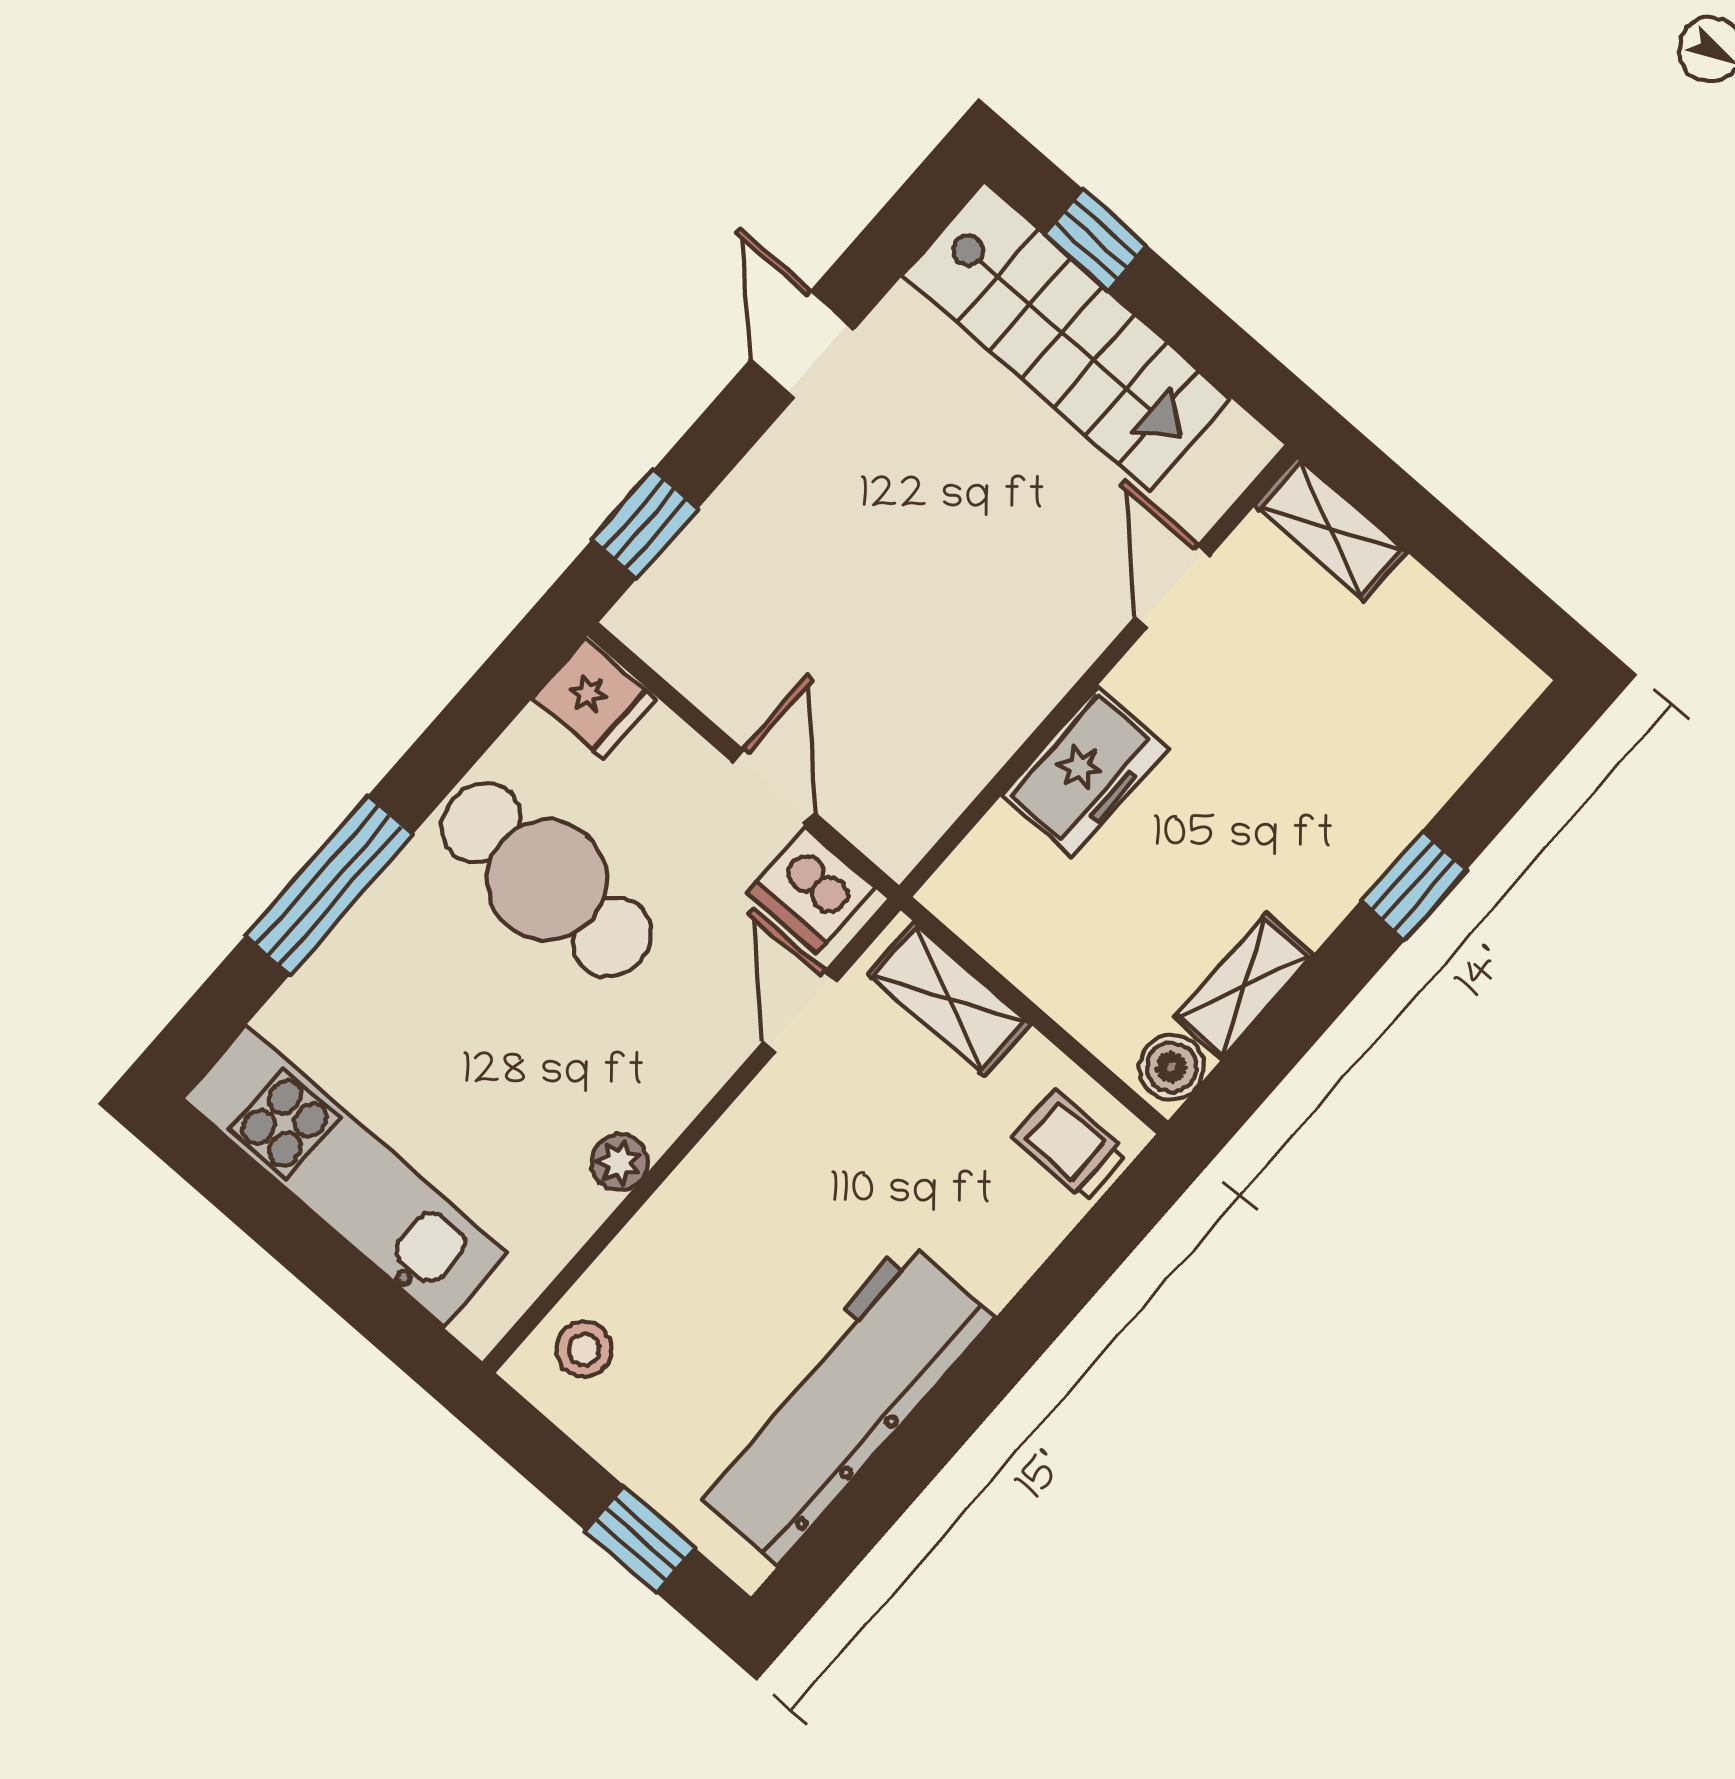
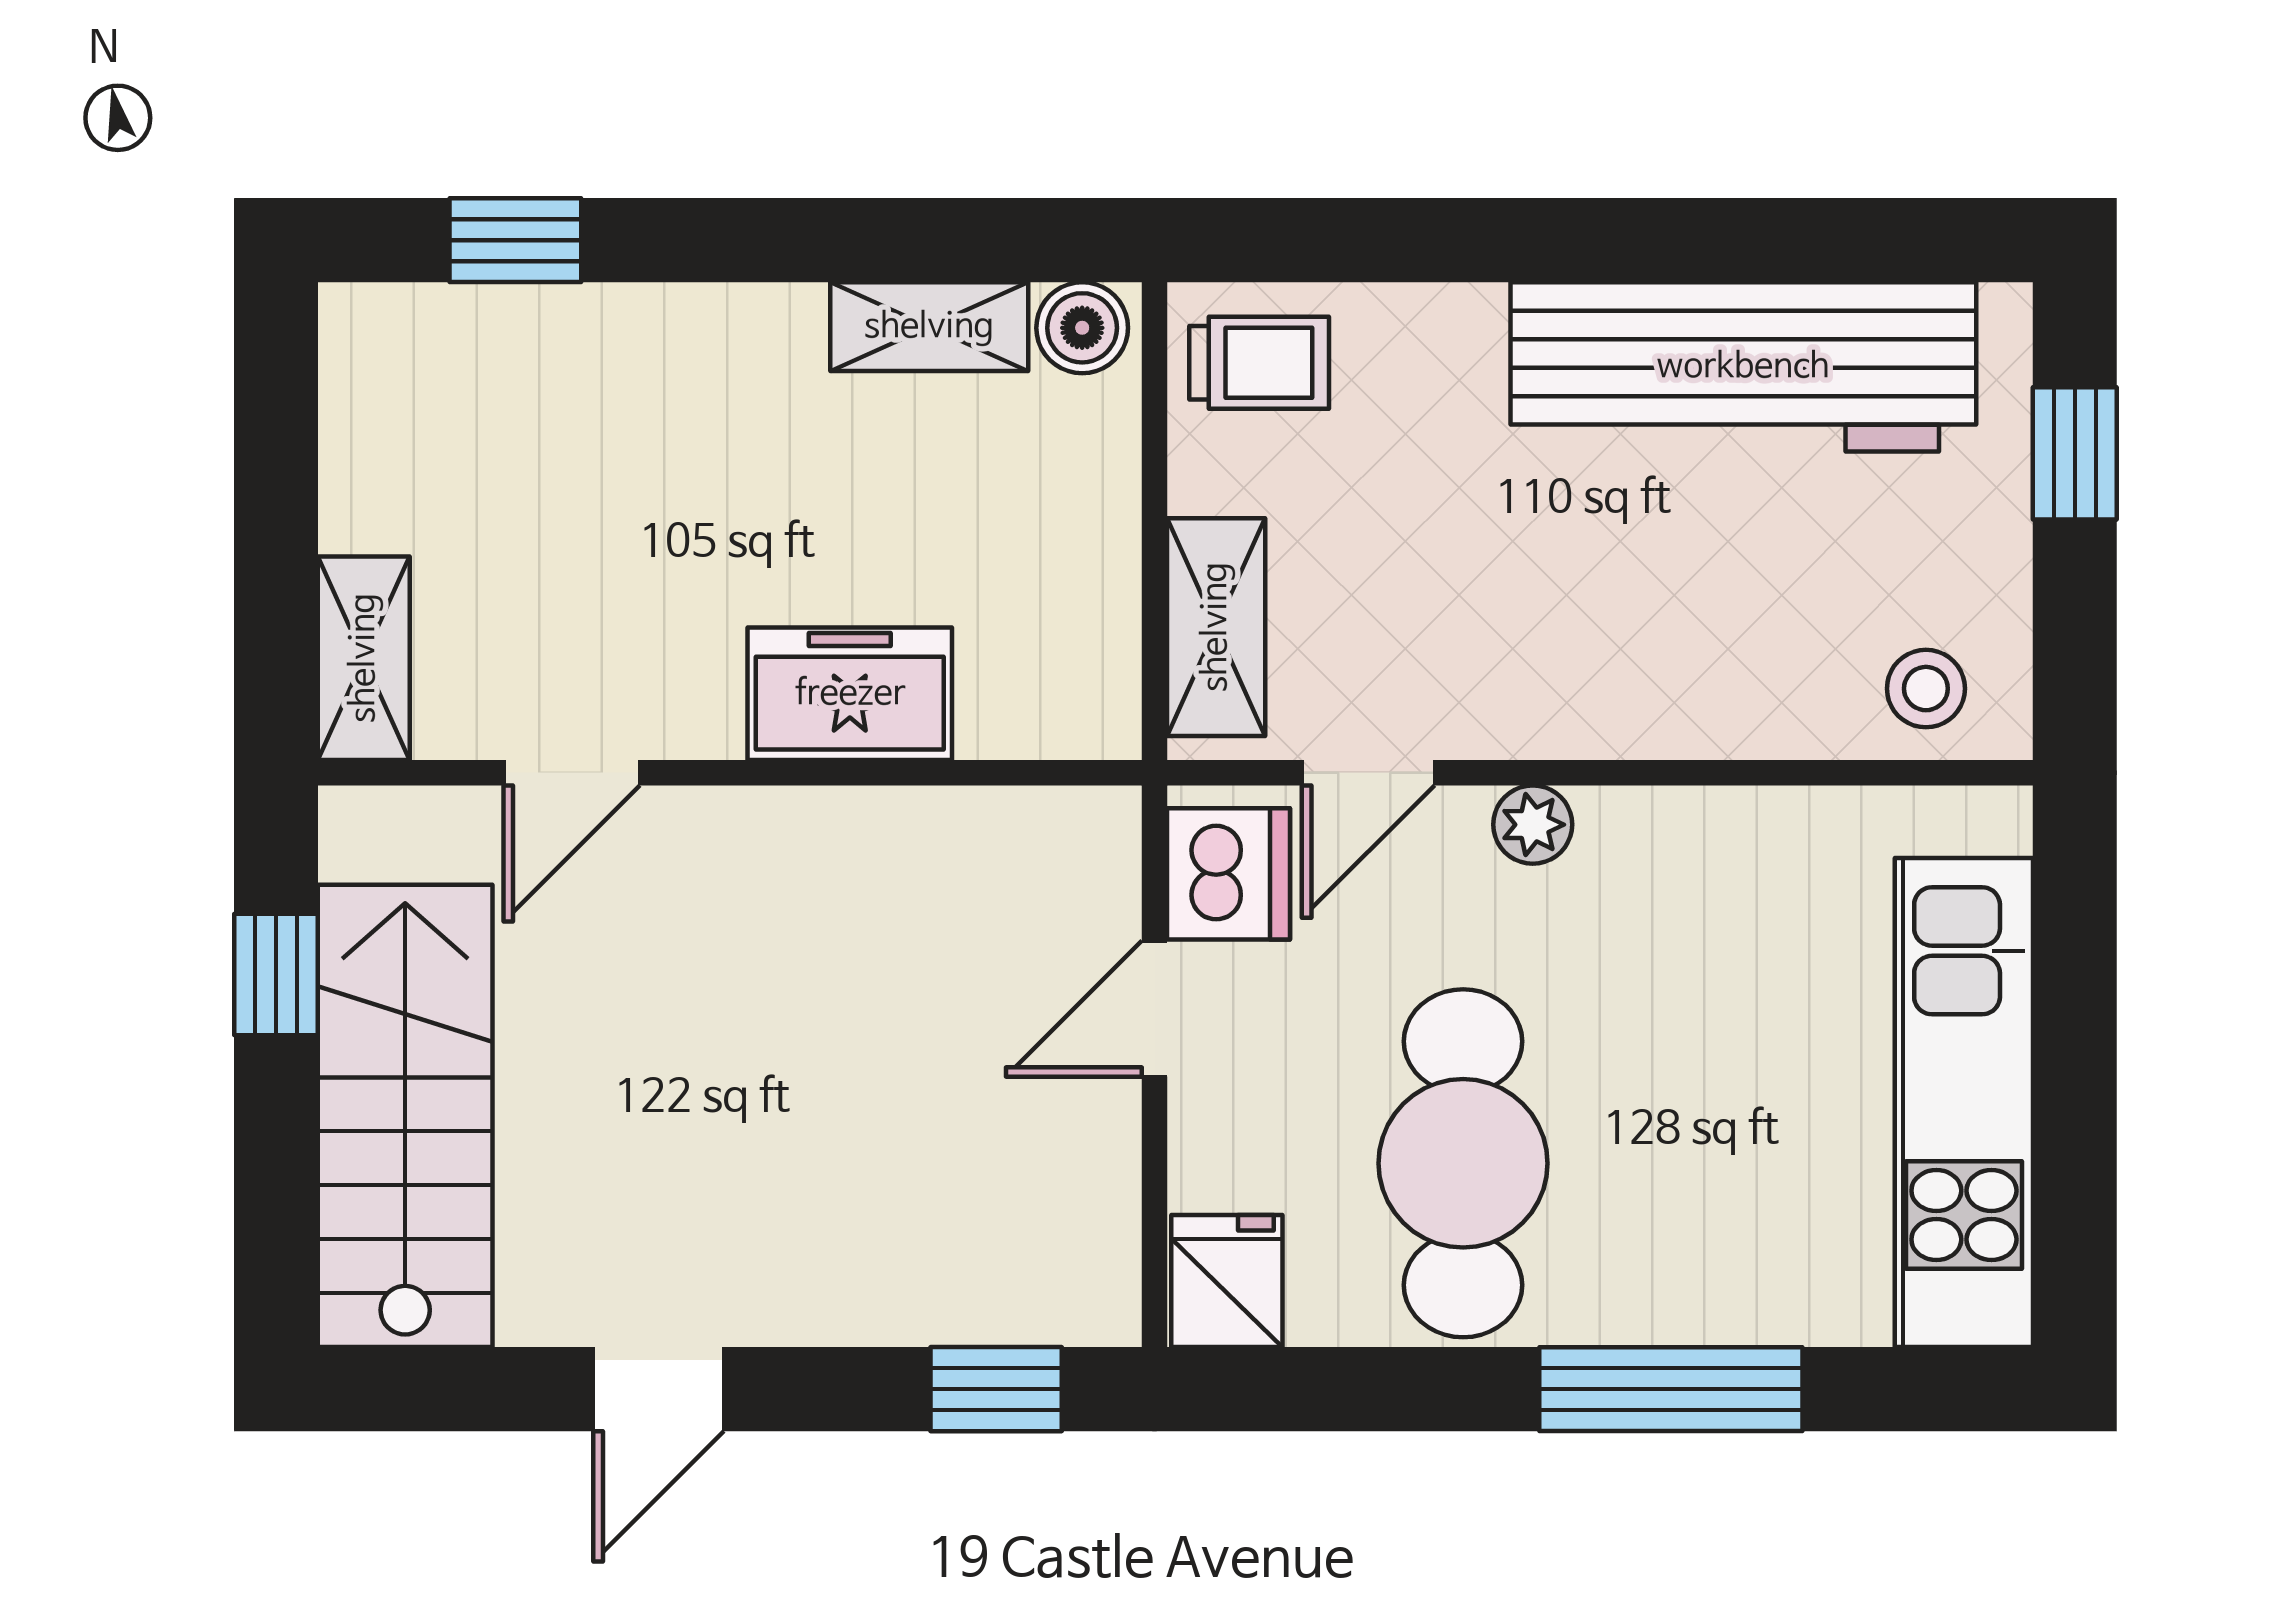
window: (1096, 240) -> (276, 975), moved
window: (1413, 885) -> (515, 240), moved
trolley: (1070, 1145) -> (1259, 363), turned -90
plant: (619, 1162) -> (1533, 825), moved

